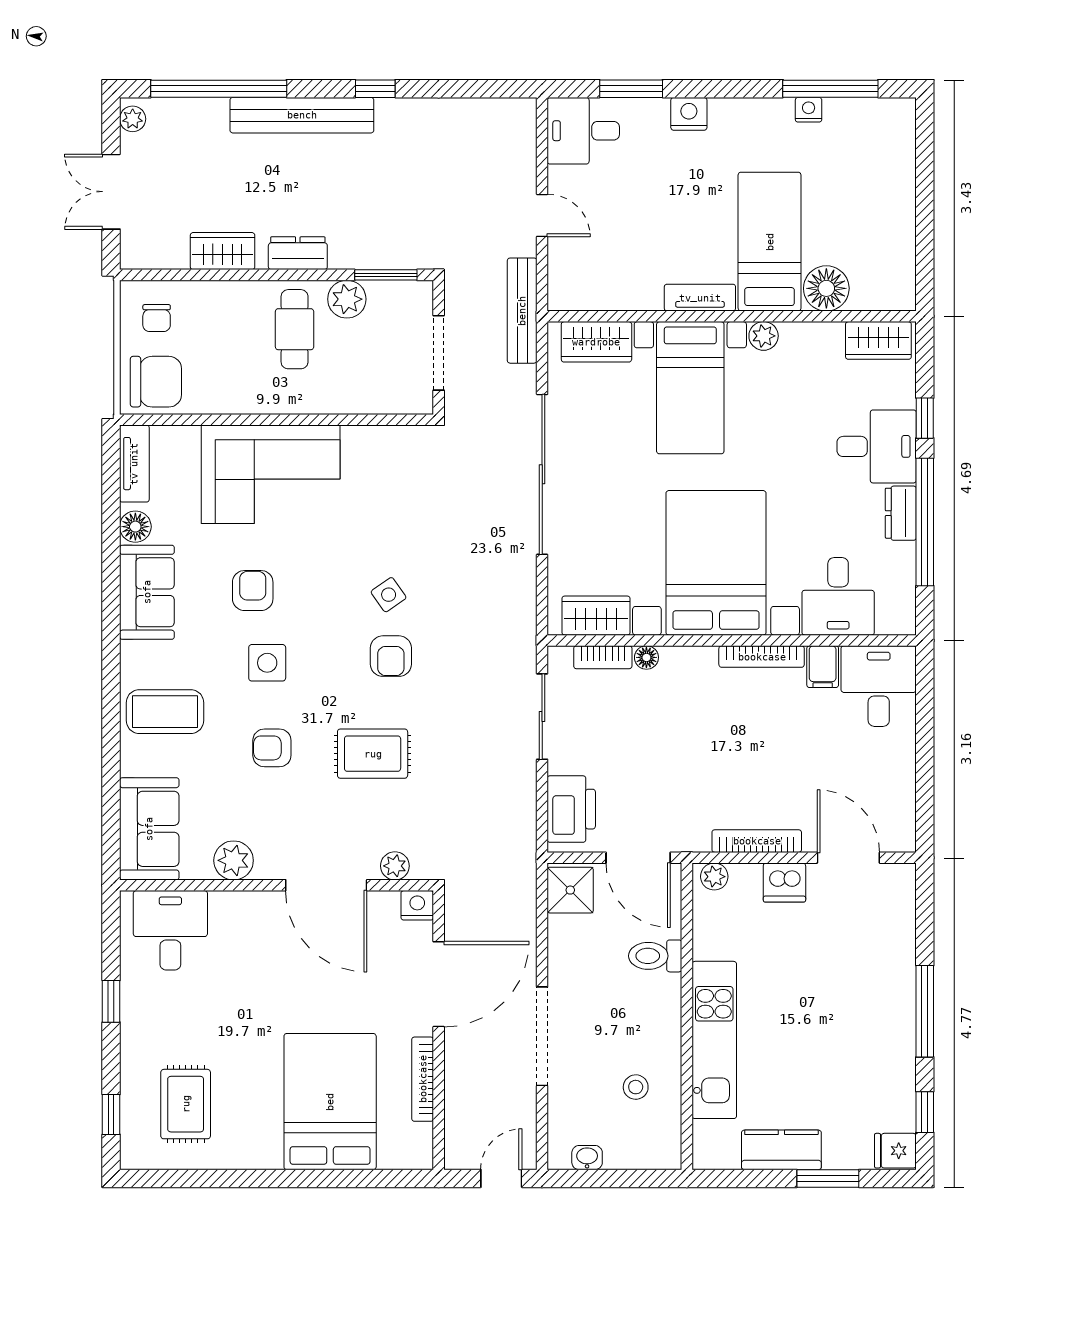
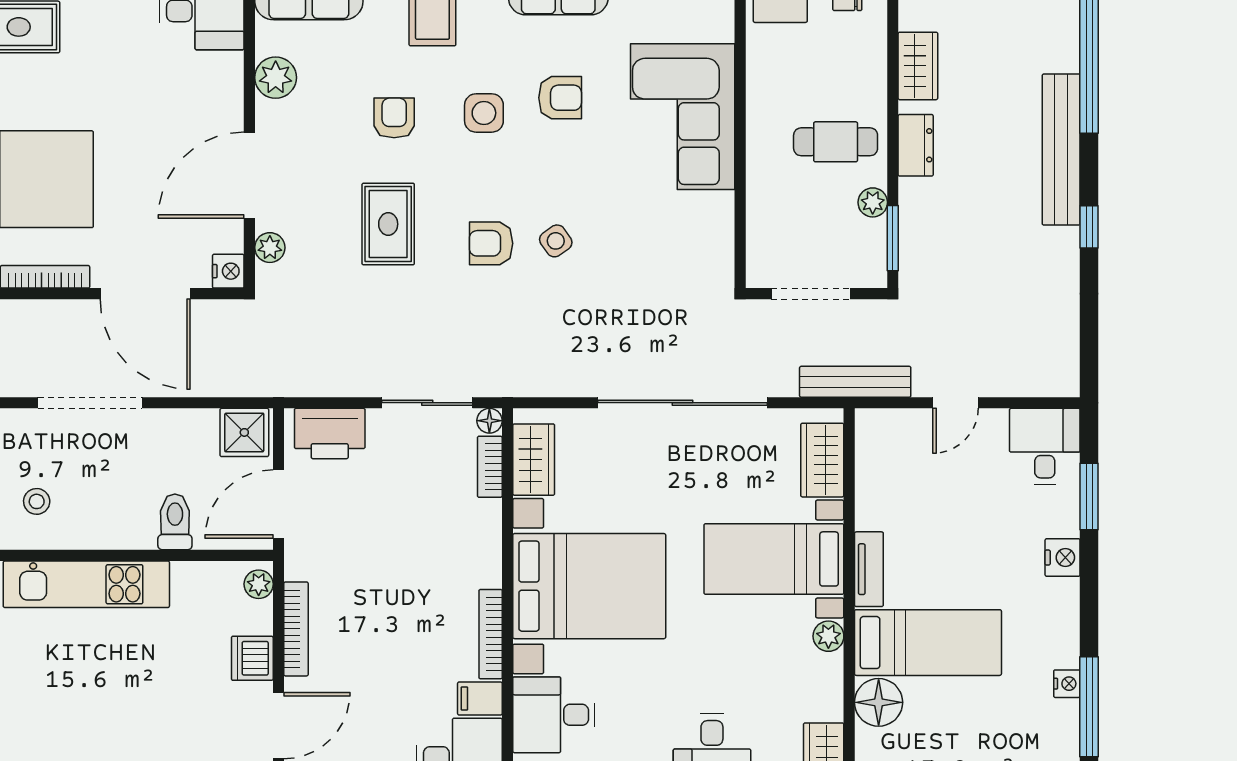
plant: (347, 299) -> (873, 202), width x0.73, depth x0.73
floor lamp: (646, 657) -> (489, 421), moved

